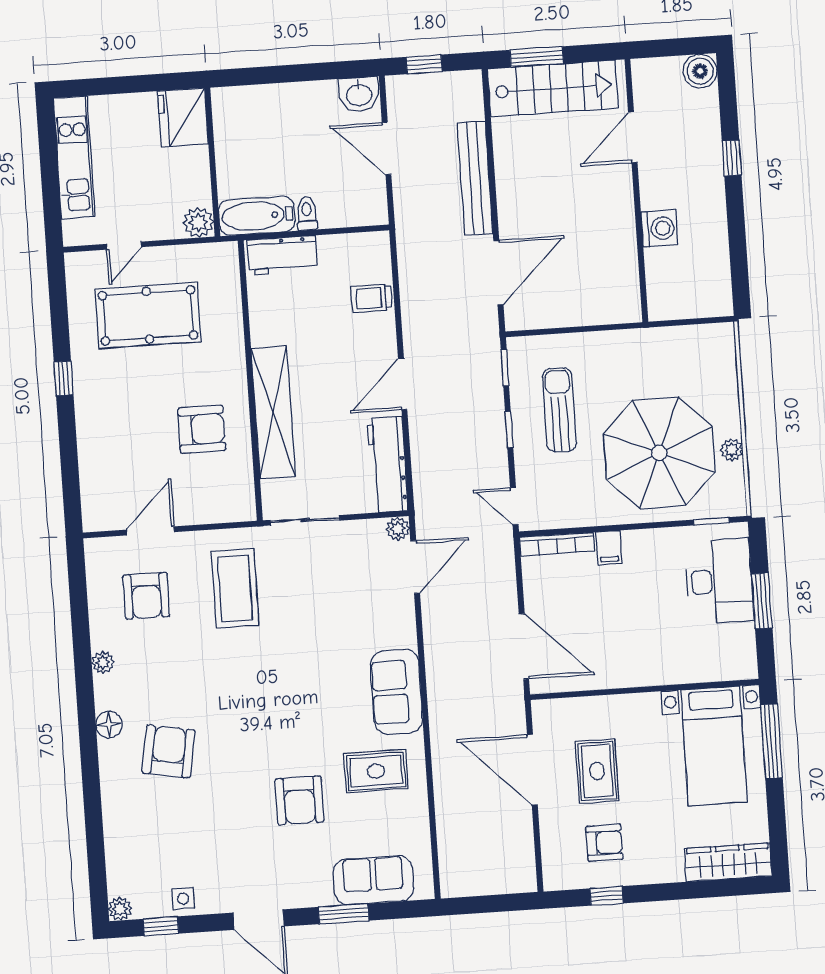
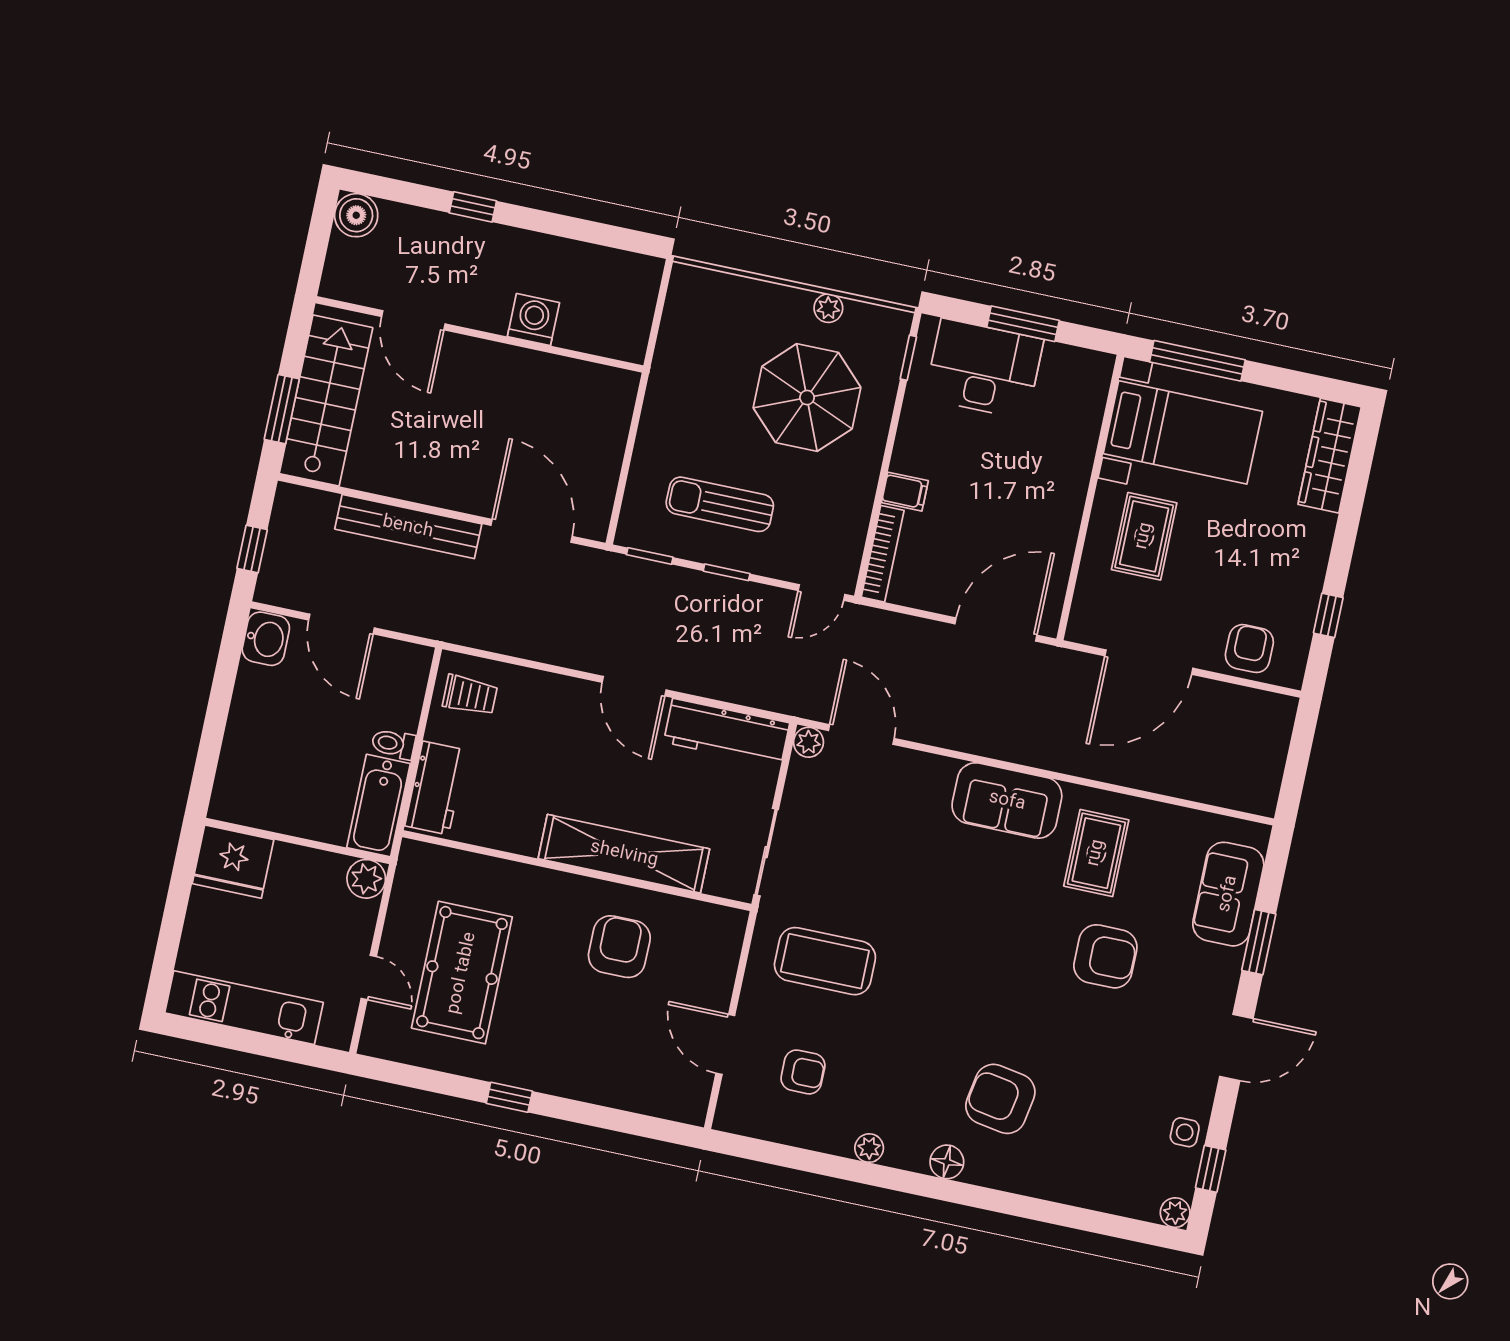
door: (387, 148) -> (342, 624), hinge flipped
trolley: (371, 298) -> (470, 695), moved, turned -90
parasol: (659, 453) -> (807, 398), width x0.73, depth x0.73
armchair: (146, 596) -> (803, 1072), width x0.72, depth x0.72
rug: (597, 771) -> (1144, 536), moved, turned 90
armchair: (604, 843) -> (1249, 649), moved

